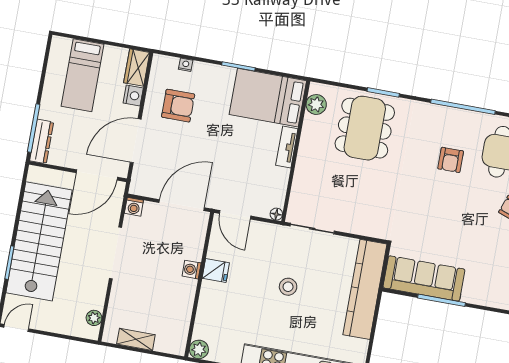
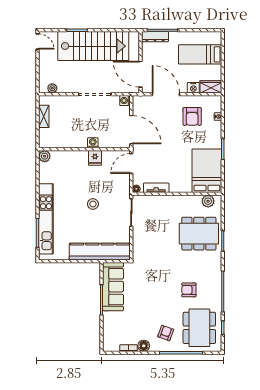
tv unit: (287, 147) -> (156, 188), moved

